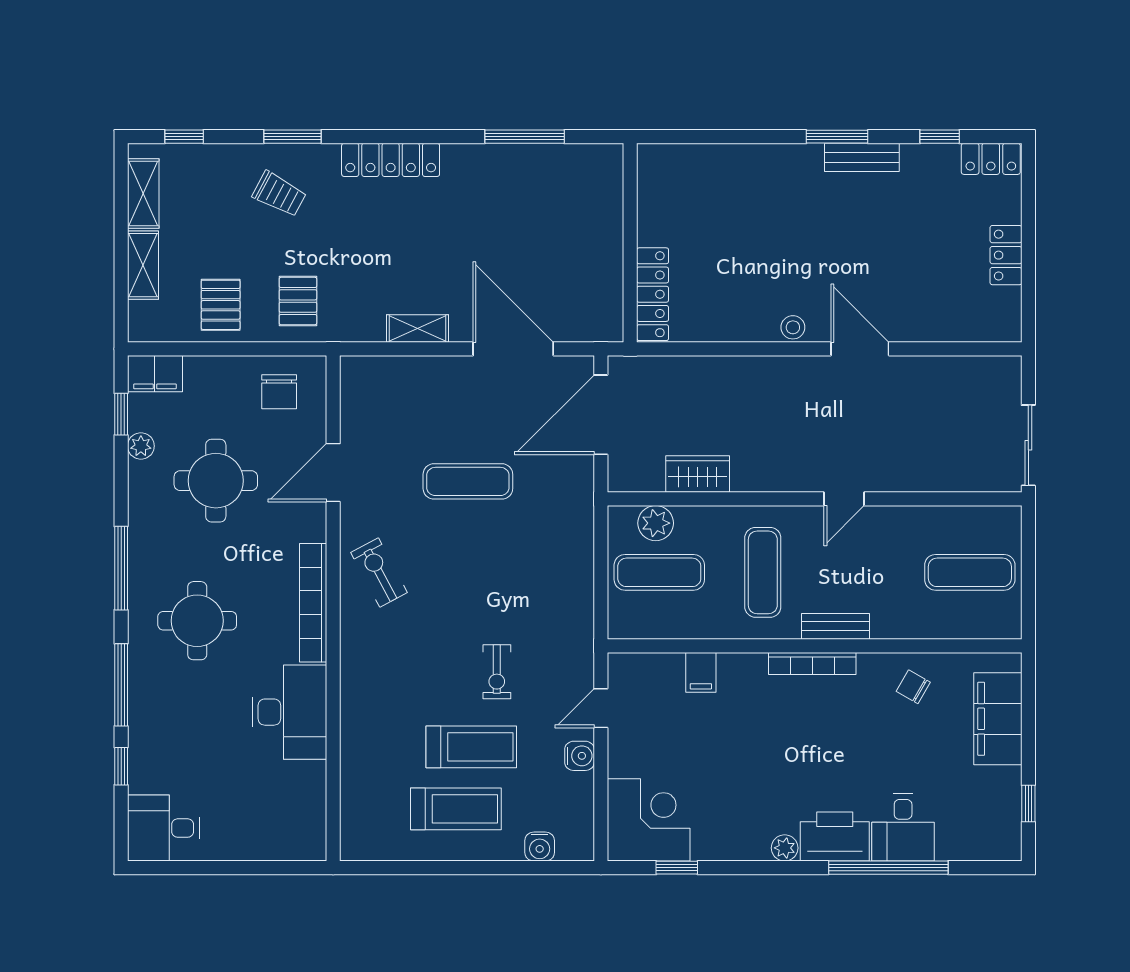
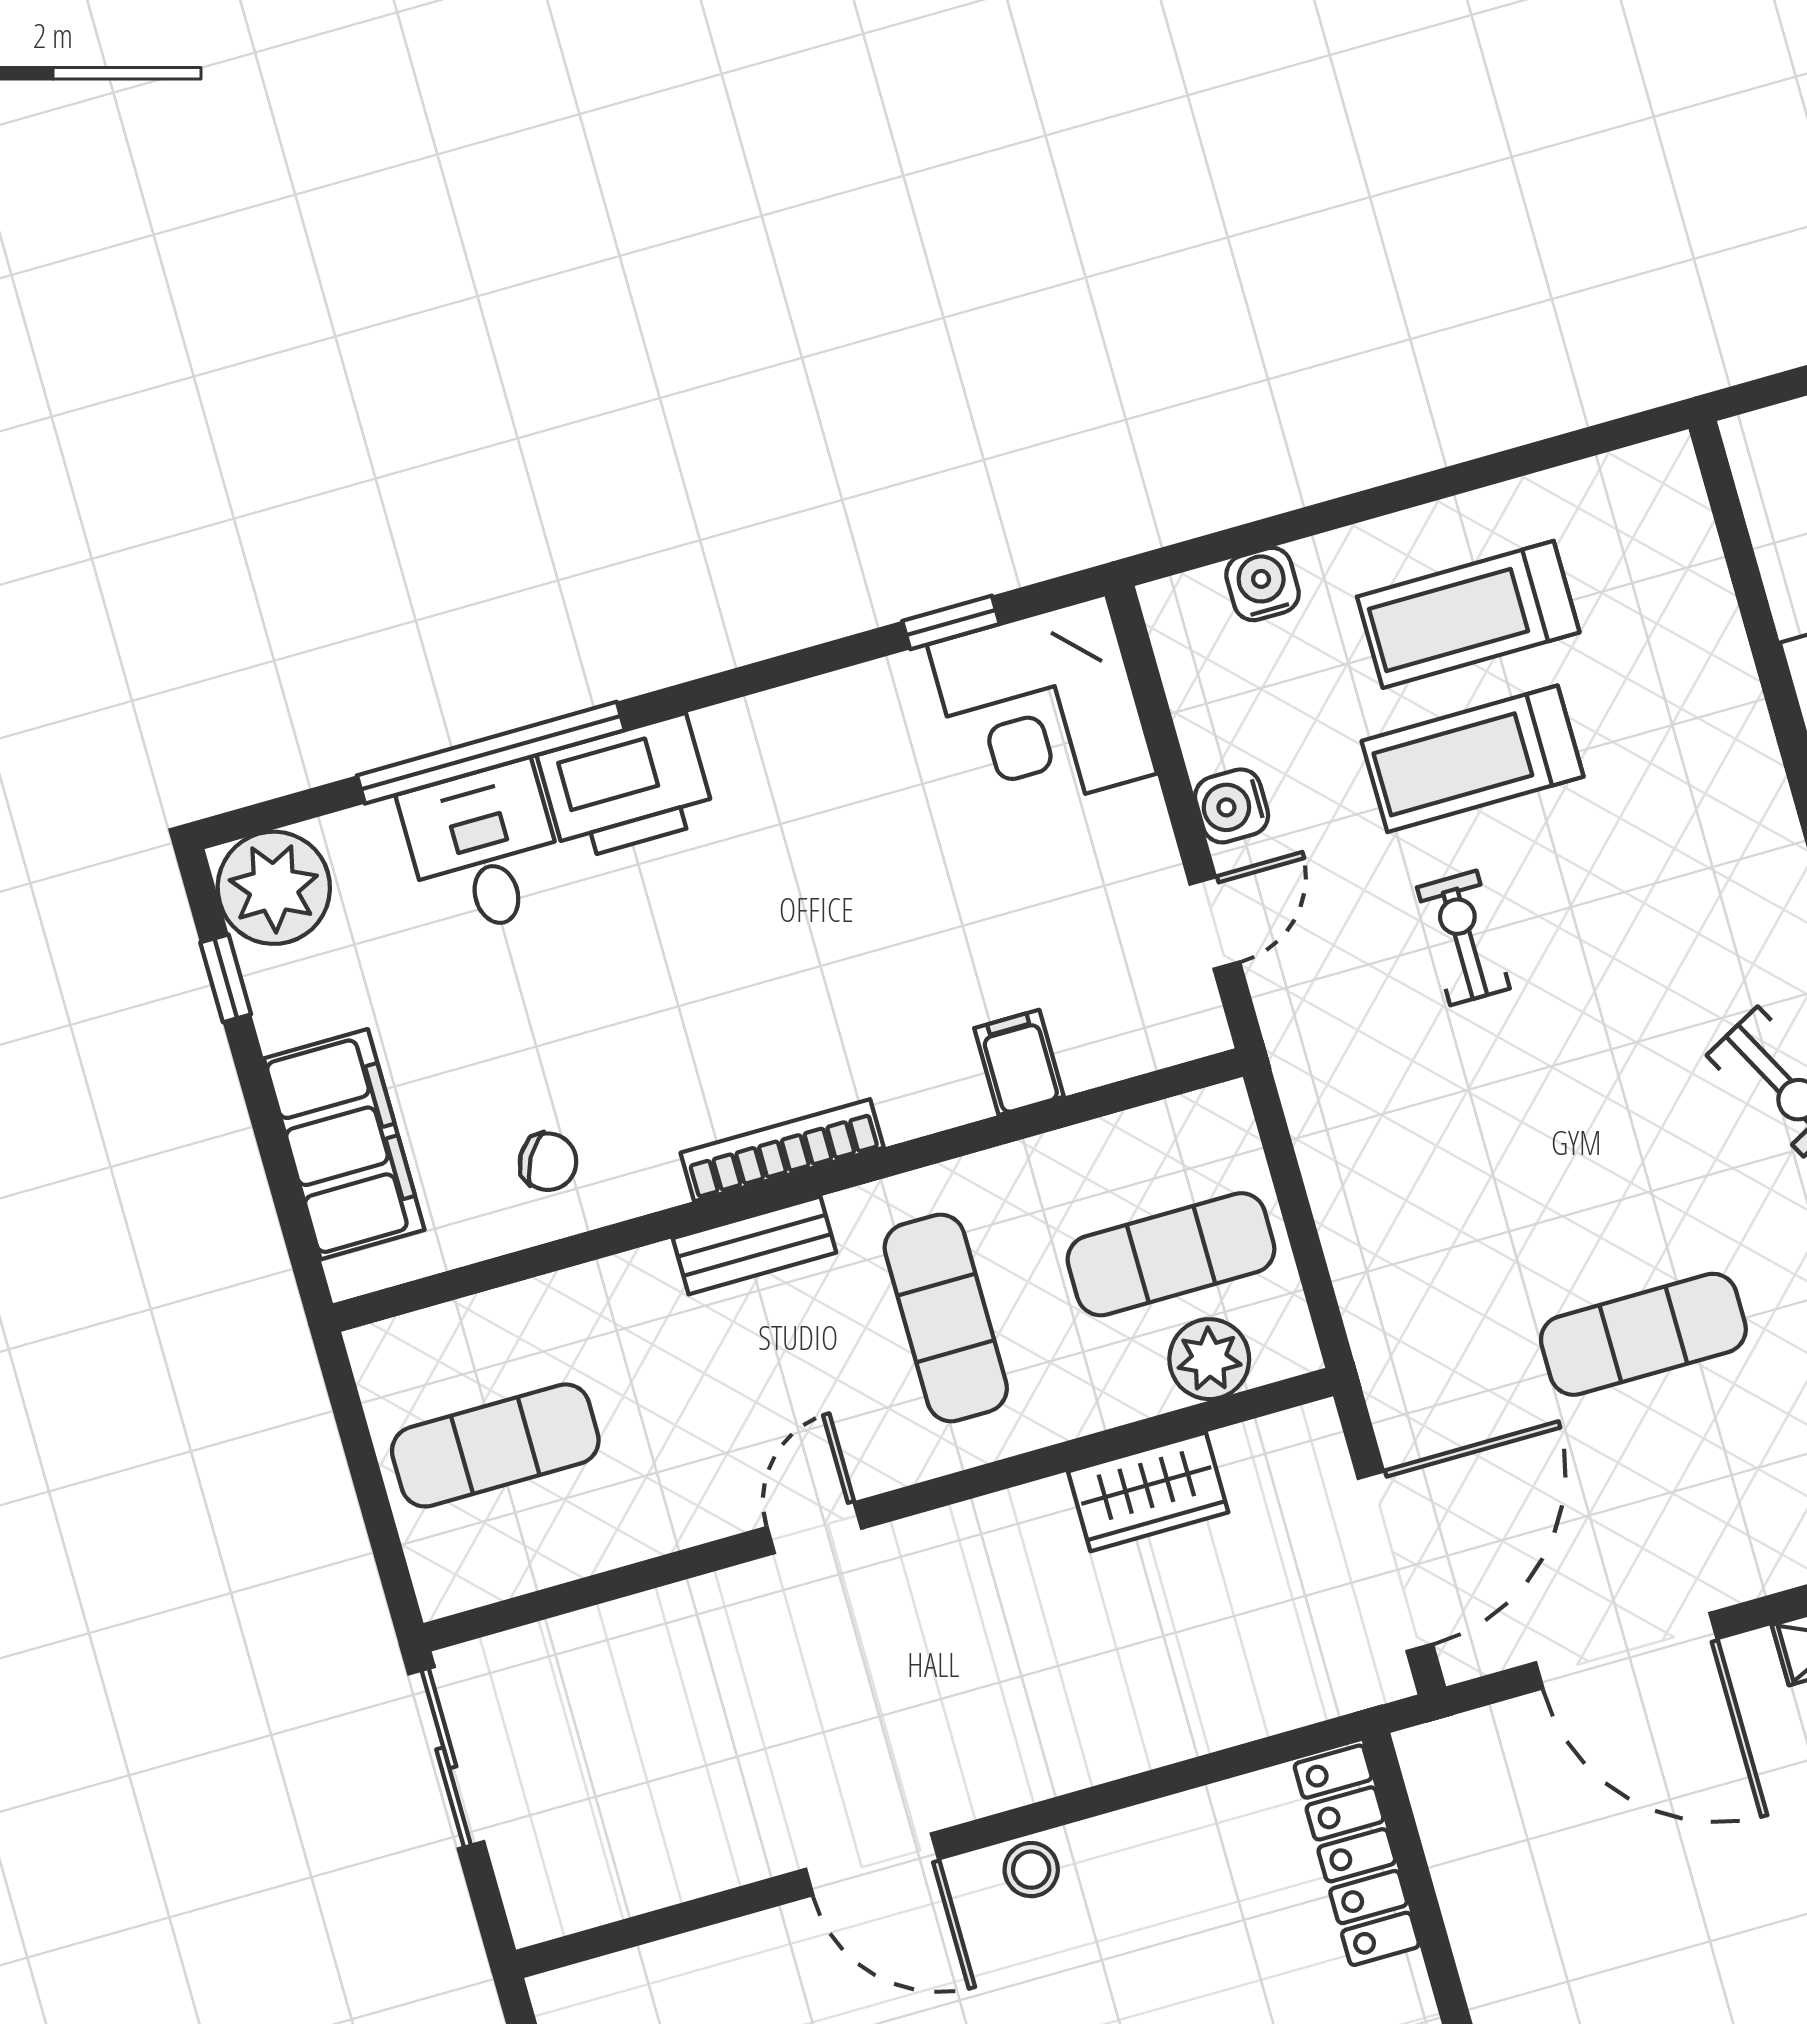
plant: (785, 848) -> (274, 888), moved, width x1.87, depth x1.87

